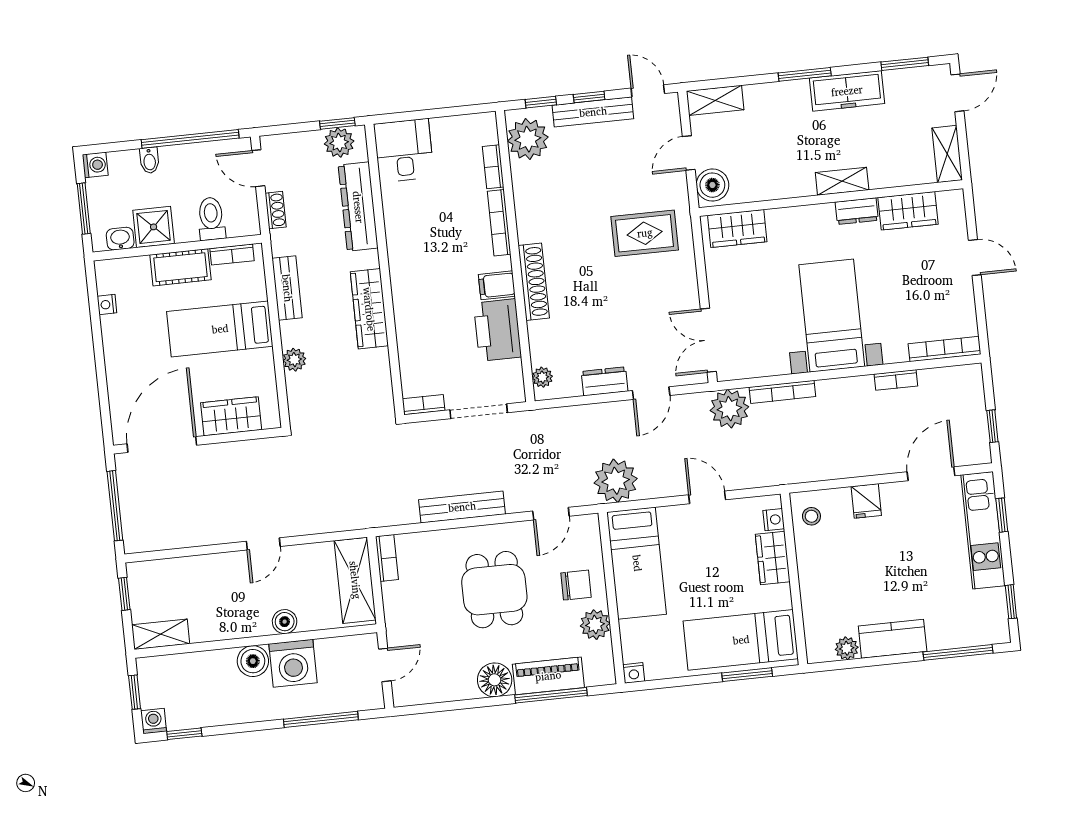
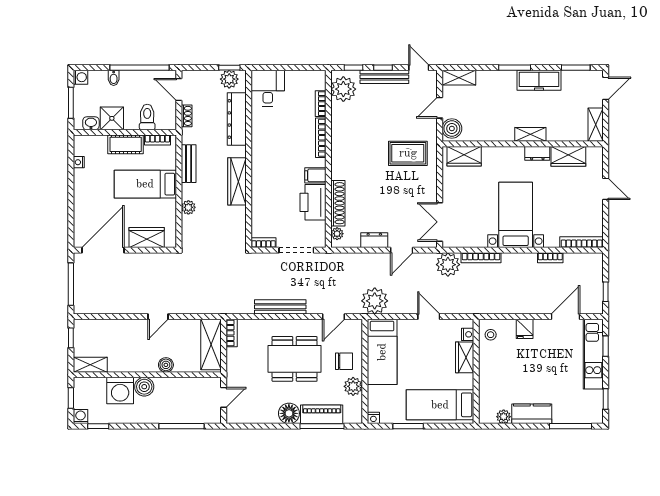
shoe rack: (534, 282) -> (338, 203), moved
dining table: (494, 590) -> (295, 359), width x1.38
washing machine: (293, 663) -> (120, 391), moved
window: (747, 675) -> (408, 426), moved

